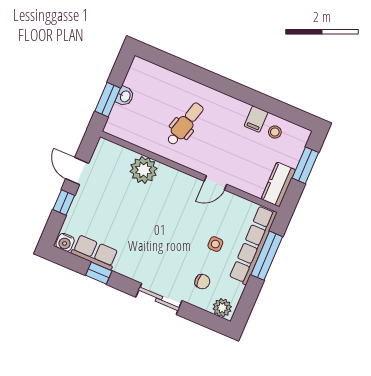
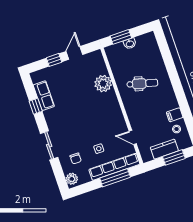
door: (215, 183) -> (133, 137), moved
kitchen counter: (278, 184) -> (164, 149), moved
water cooler: (65, 242) -> (36, 77), removed

